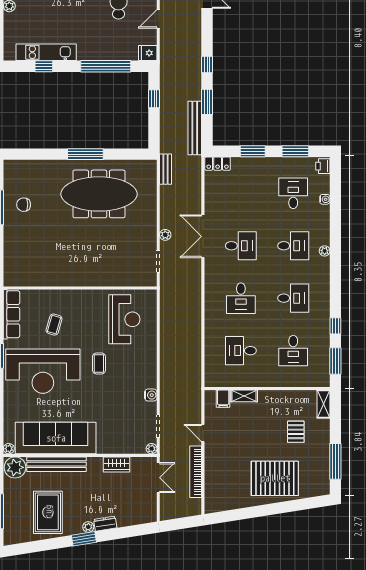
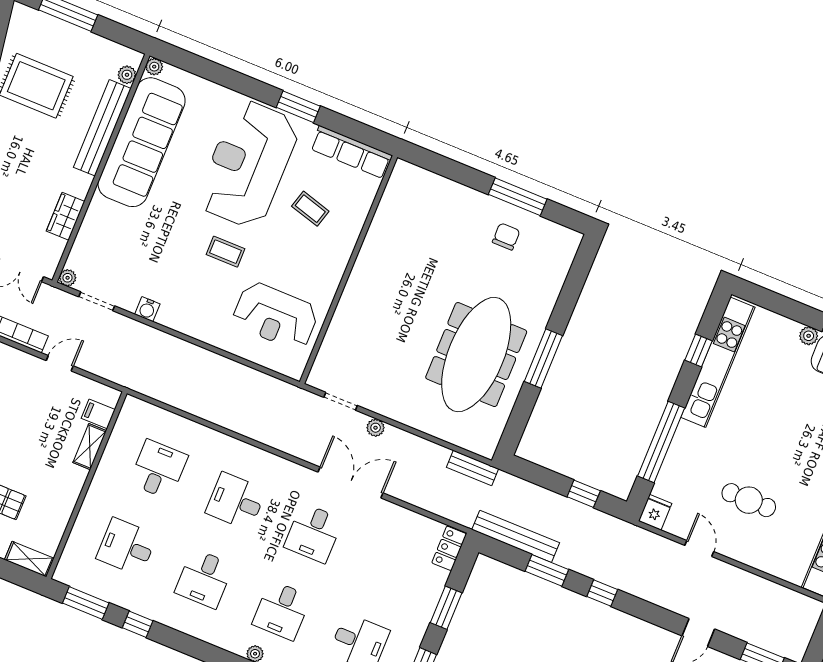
kitchen unit: (46, 52) -> (718, 362), width x1.36
plant: (15, 467) -> (127, 75), width x0.53, depth x0.53

